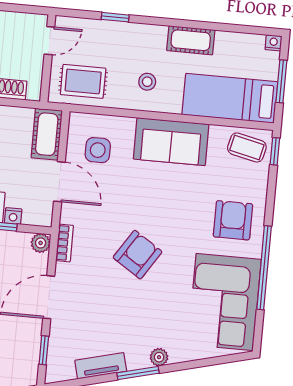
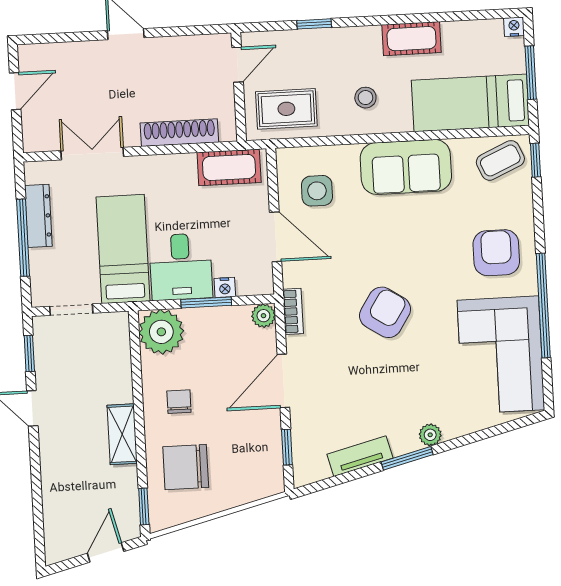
cot: (47, 134) -> (229, 167), moved, turned 90
coffee table: (247, 147) -> (500, 160), turned -37

